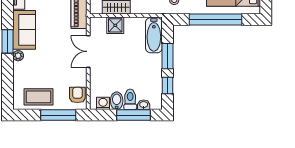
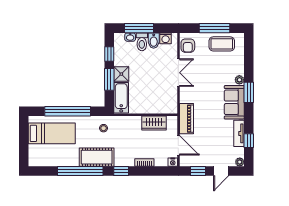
shower: (115, 25) -> (121, 74), moved
double door: (88, 51) -> (178, 73), moved
window: (58, 115) -> (215, 28), moved

